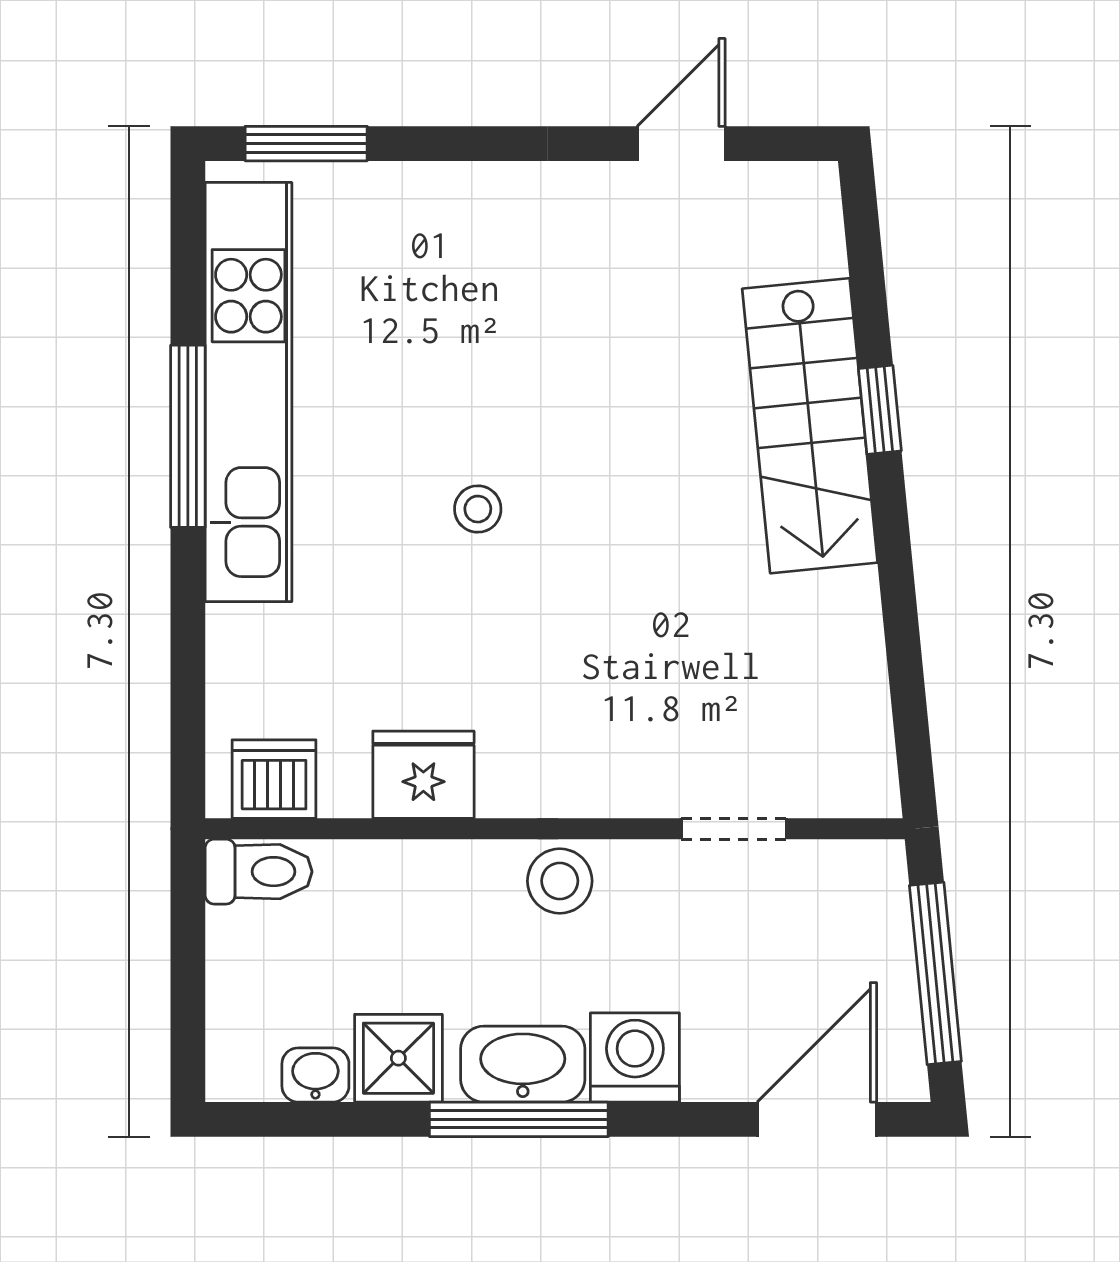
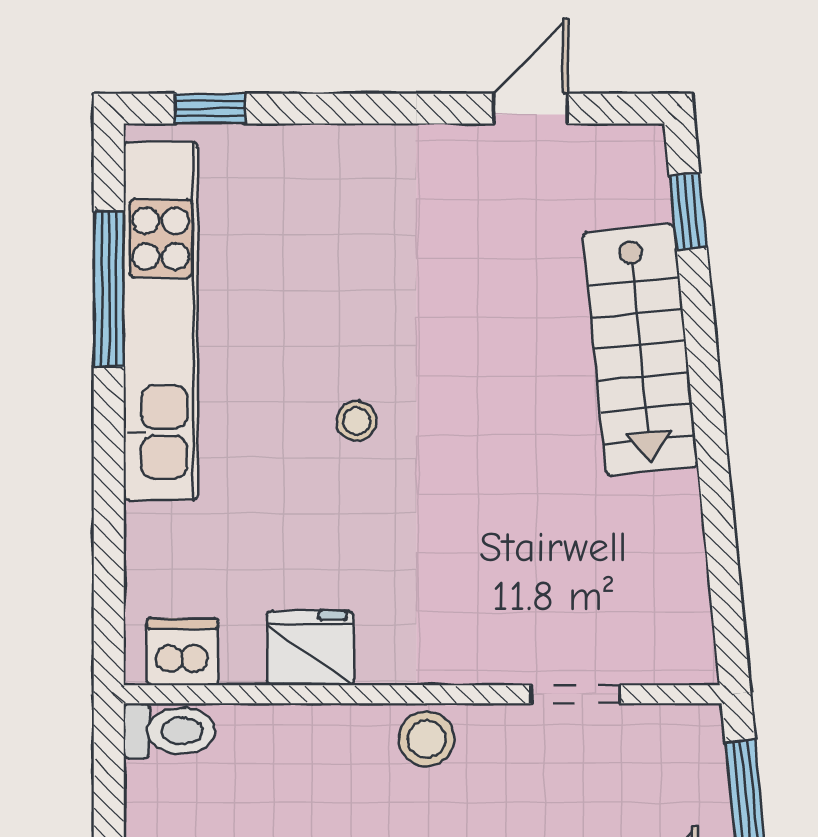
window: (306, 144) -> (210, 109), width x0.67
window: (880, 410) -> (688, 211), moved
window: (188, 436) -> (109, 289), moved

